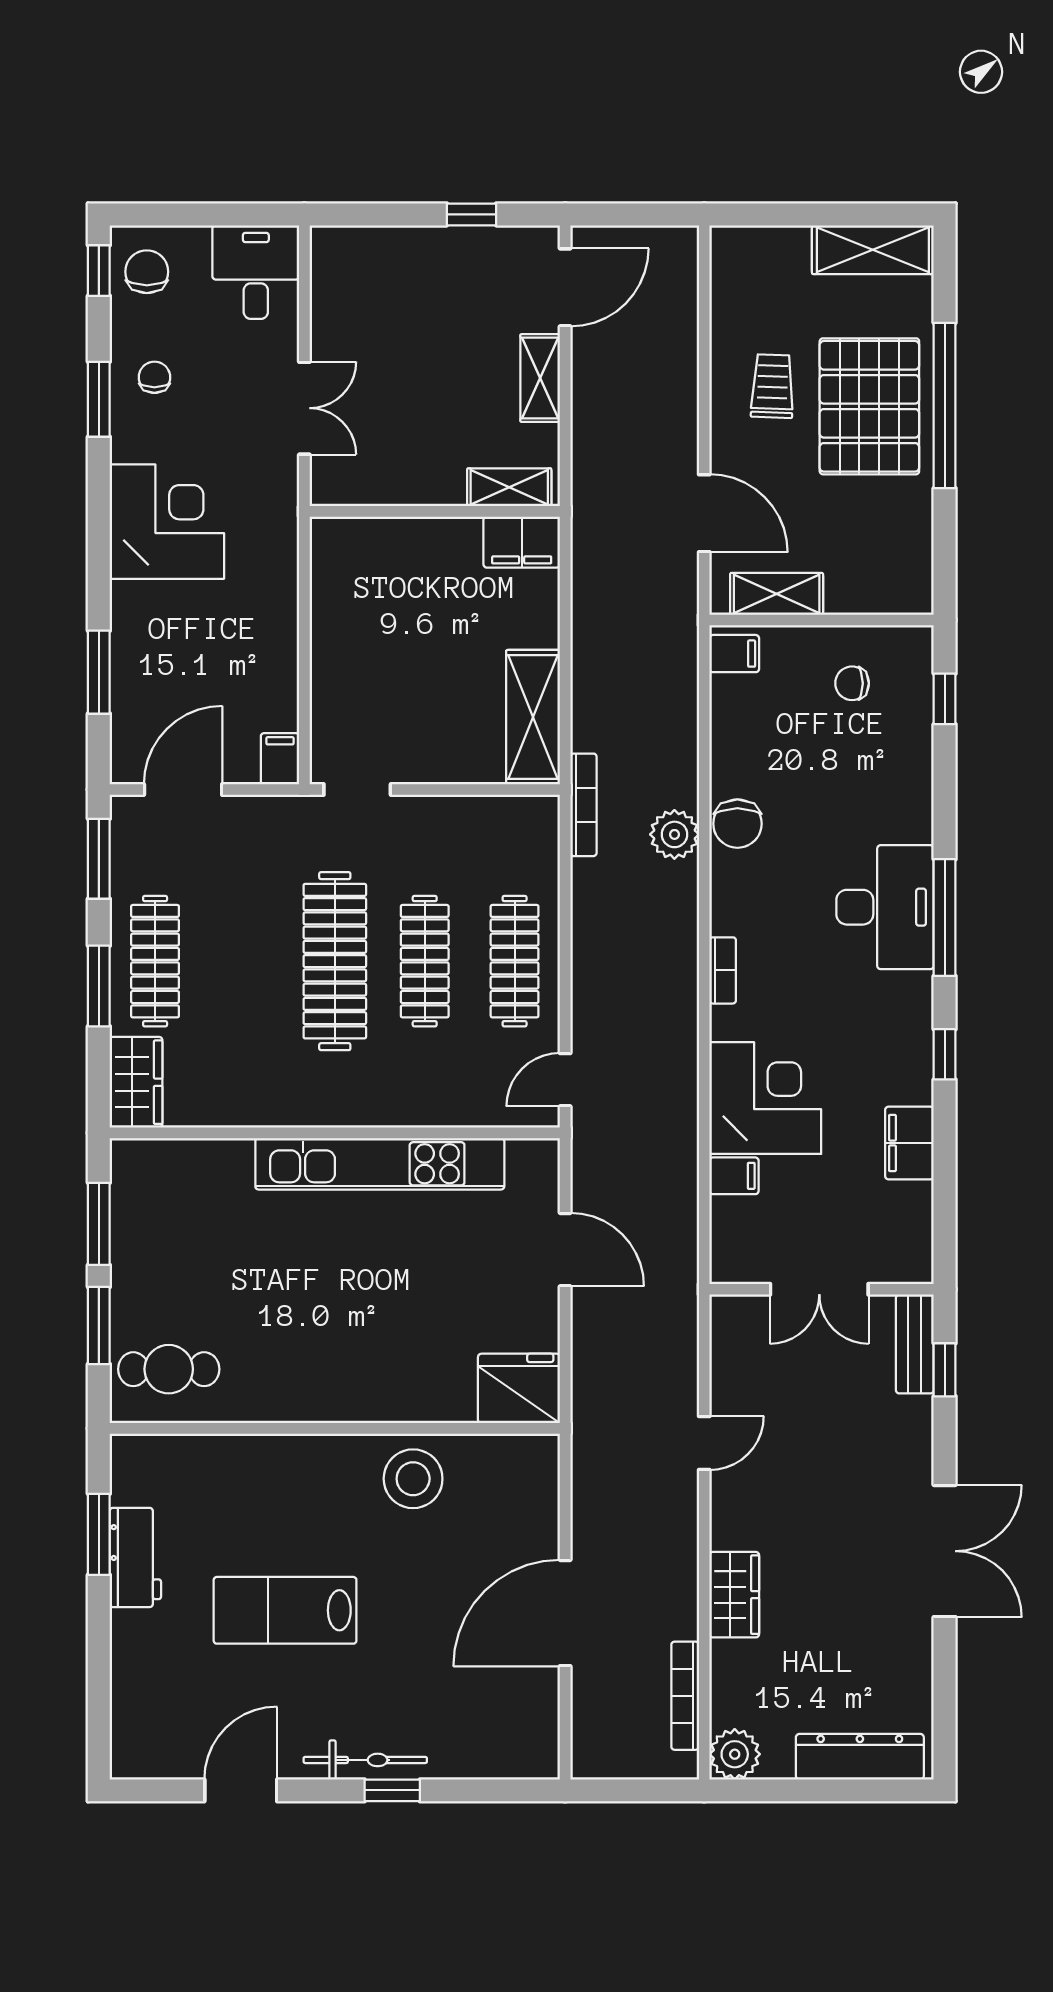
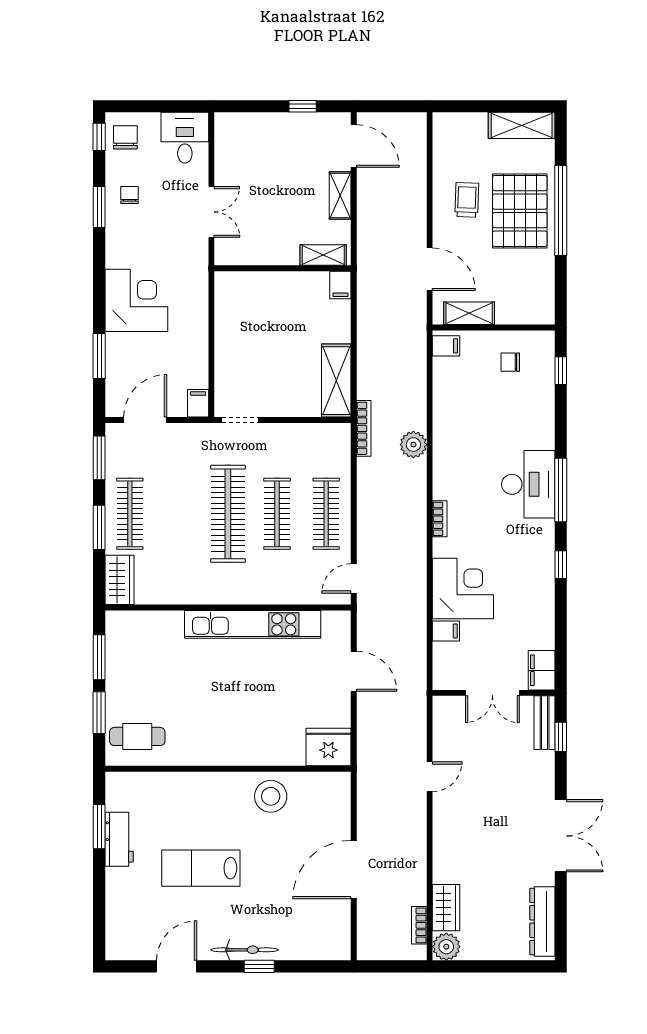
door: (565, 287) -> (354, 146), hinge flipped
corner desk: (167, 522) -> (136, 300), moved
filing cabinet: (522, 542) -> (340, 285), width x0.50
chair: (737, 824) -> (448, 439), removed
filing cabinet: (909, 1143) -> (542, 670), moved
wardrobe: (734, 1595) -> (446, 908), moved
bookcase: (685, 1696) -> (419, 925), width x0.64
dresser: (860, 1757) -> (542, 921), moved, turned -90

